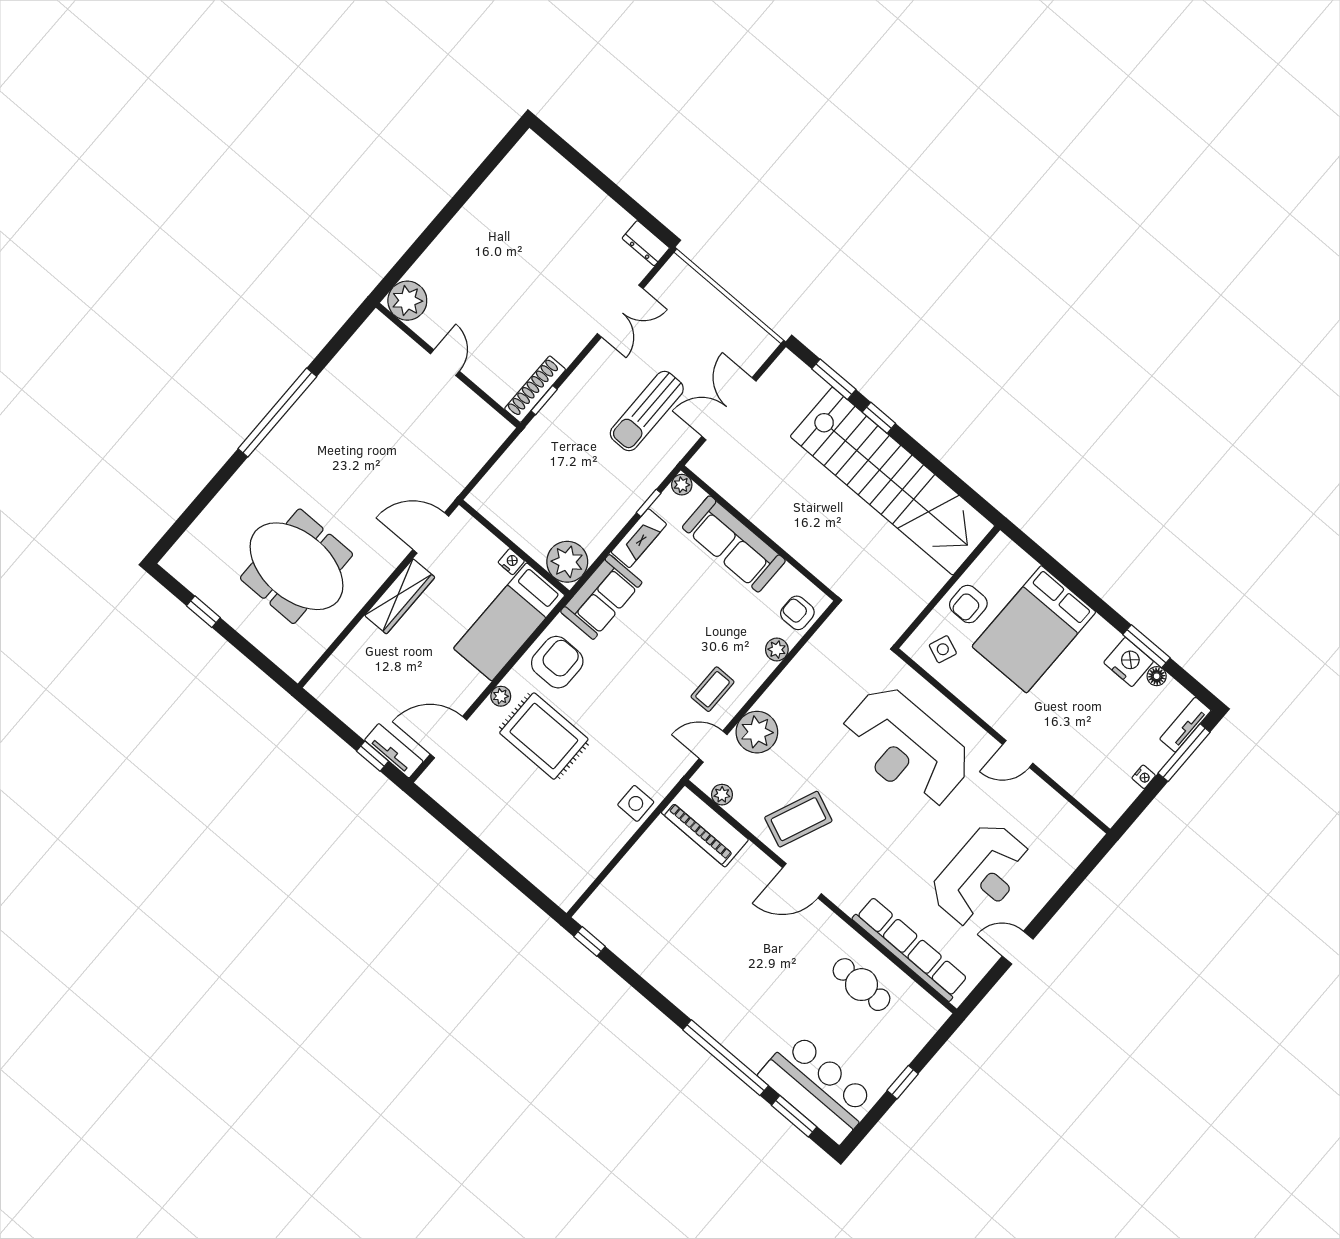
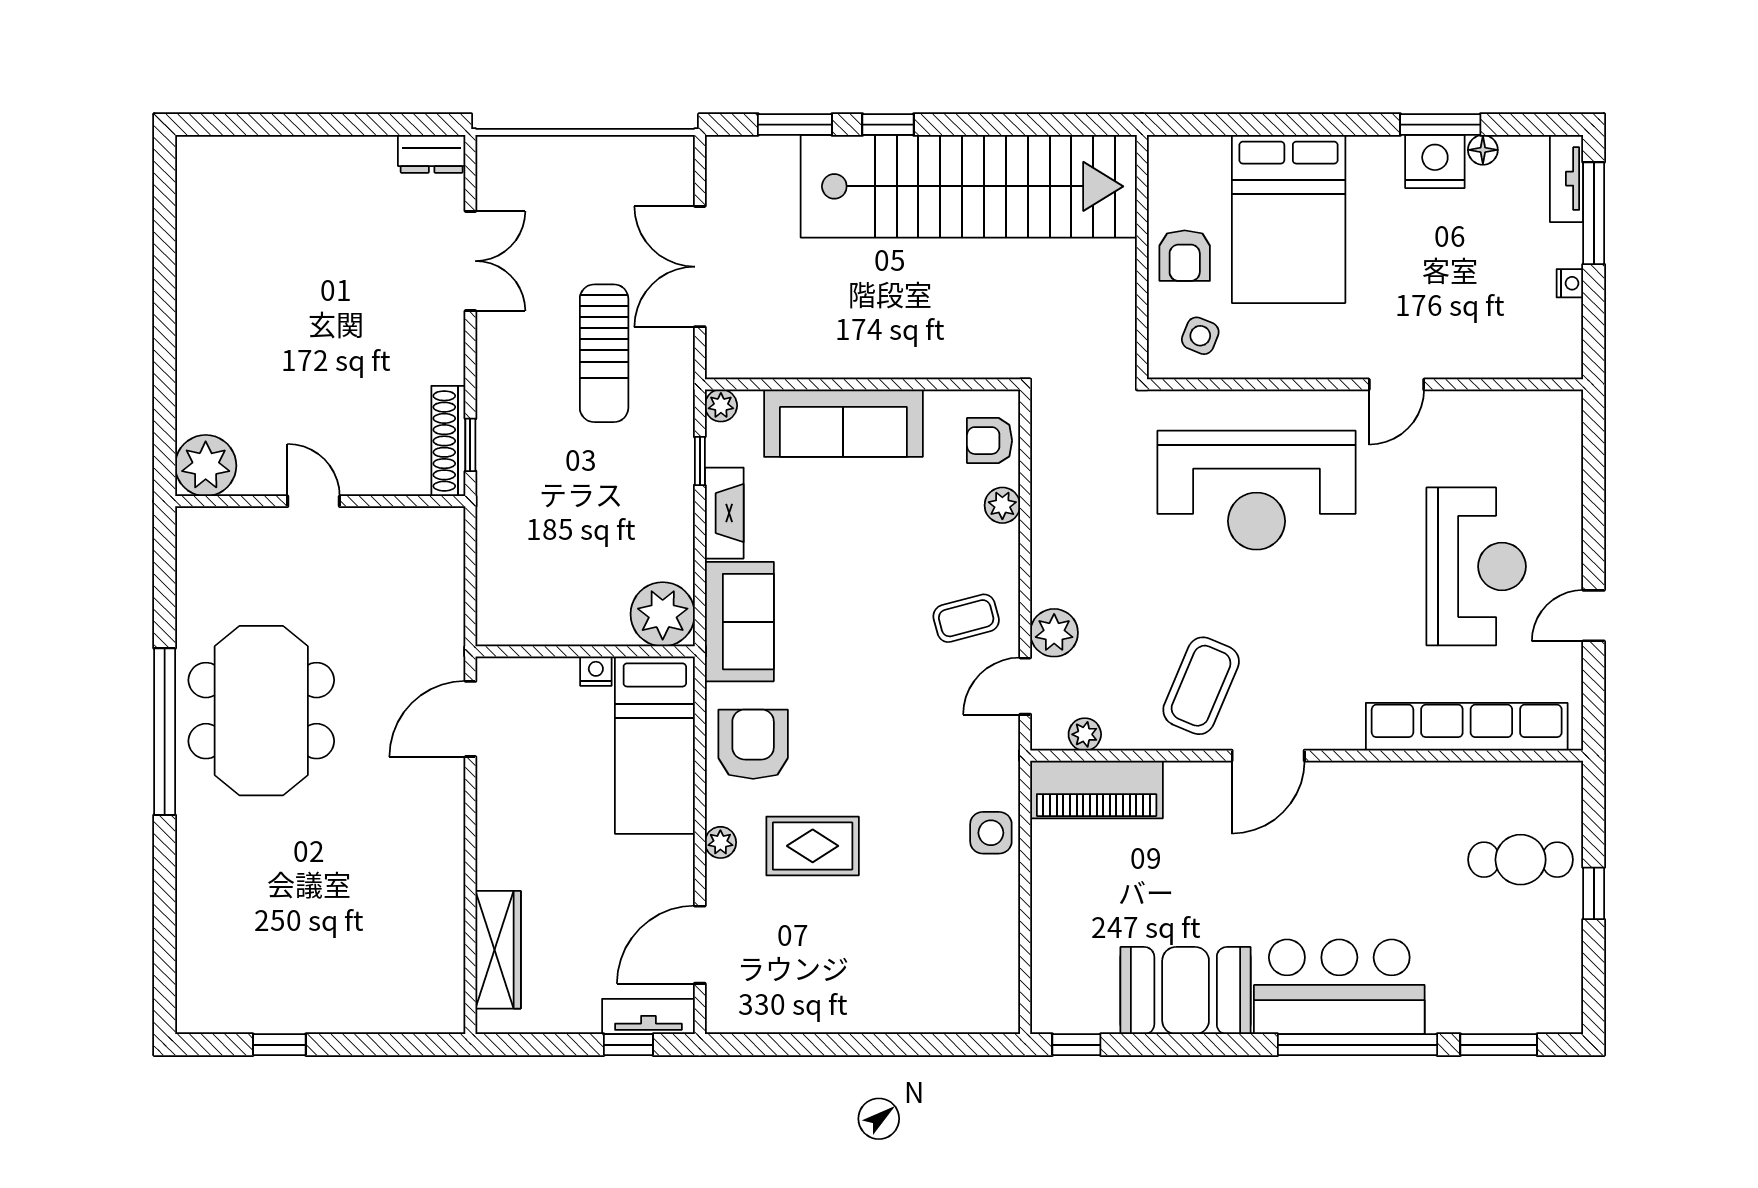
meeting table: (296, 566) -> (261, 711), moved, turned 90
wardrobe: (400, 596) -> (498, 950), moved
coffee table: (713, 689) -> (966, 618), turned 75
plant: (757, 732) -> (1054, 633), width x0.73, depth x0.73
rug: (544, 736) -> (813, 846), width x0.73, depth x0.70
booth: (665, 960) -> (1186, 991), added
cafe table: (861, 985) -> (1521, 860), moved
bar counter: (818, 1088) -> (1339, 987), moved

